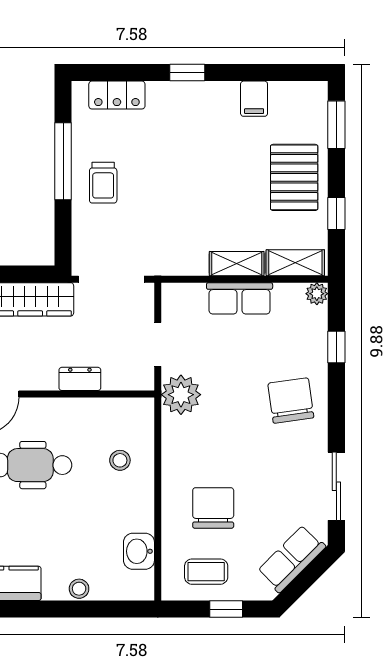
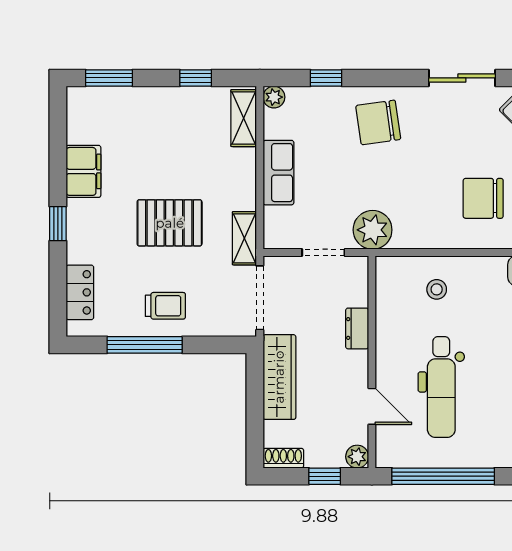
filing cabinet: (254, 99) -> (83, 171), width x2.00
pallet: (294, 177) -> (170, 223), moved
shelving: (237, 264) -> (244, 238), moved

